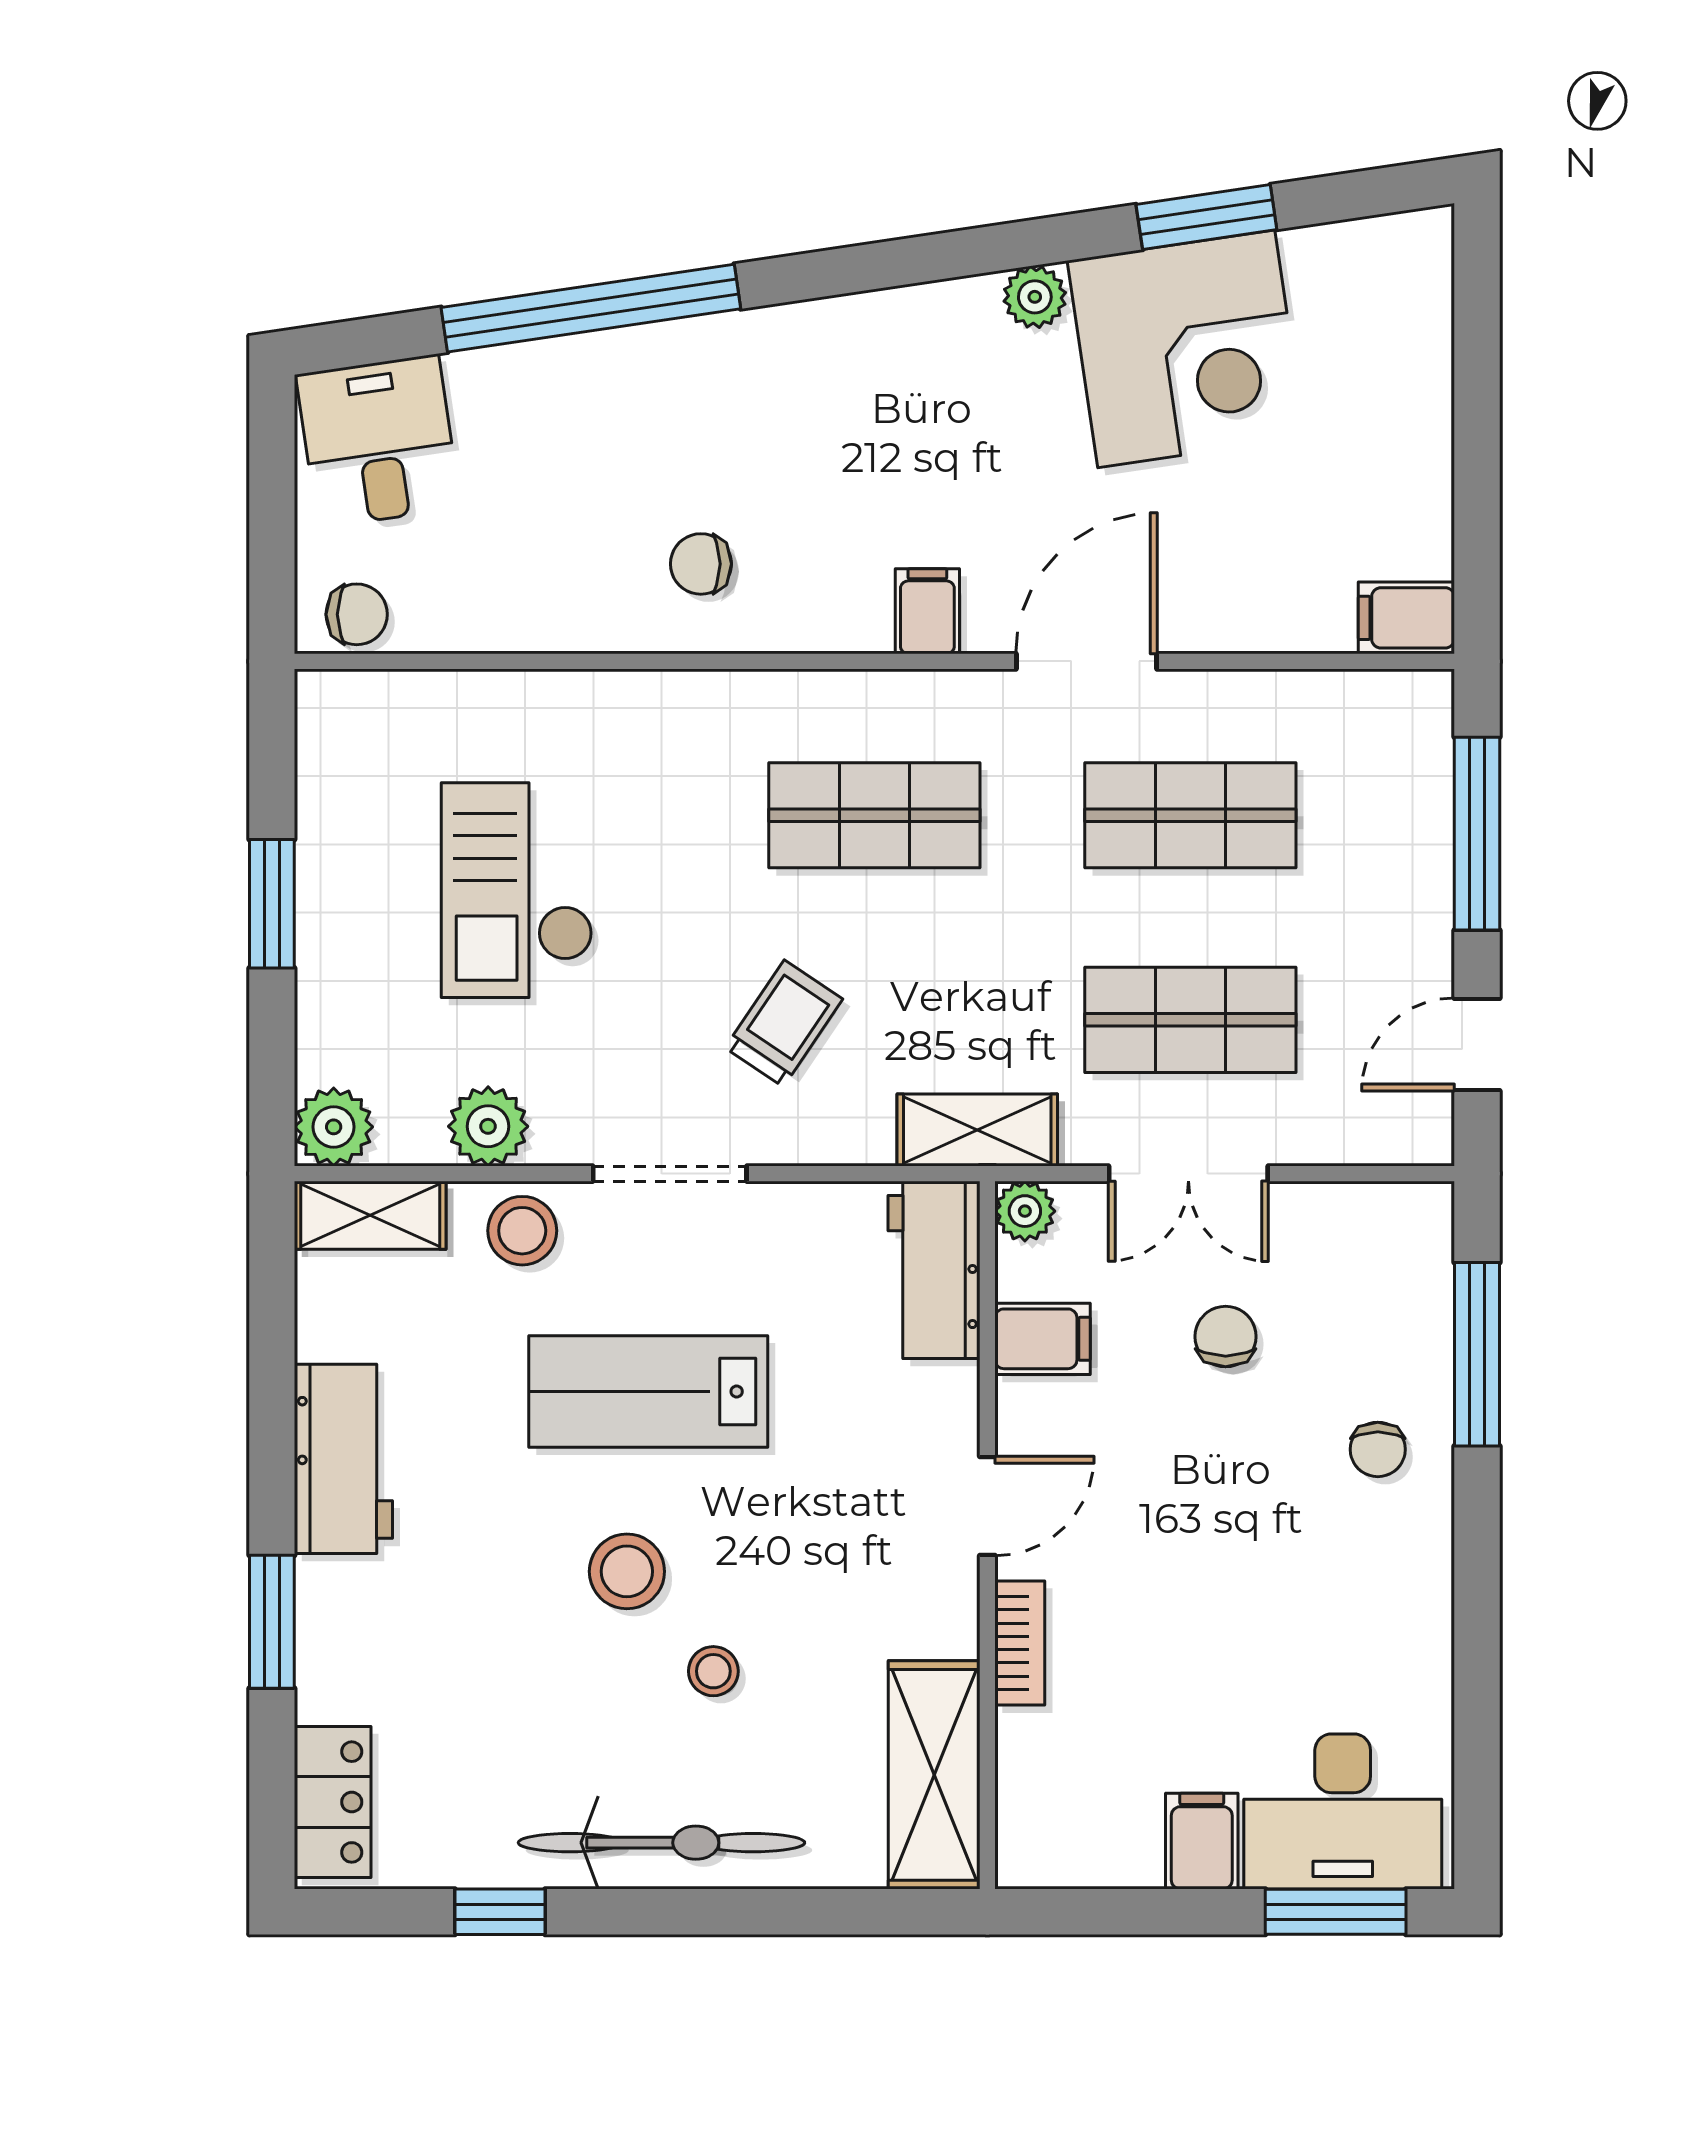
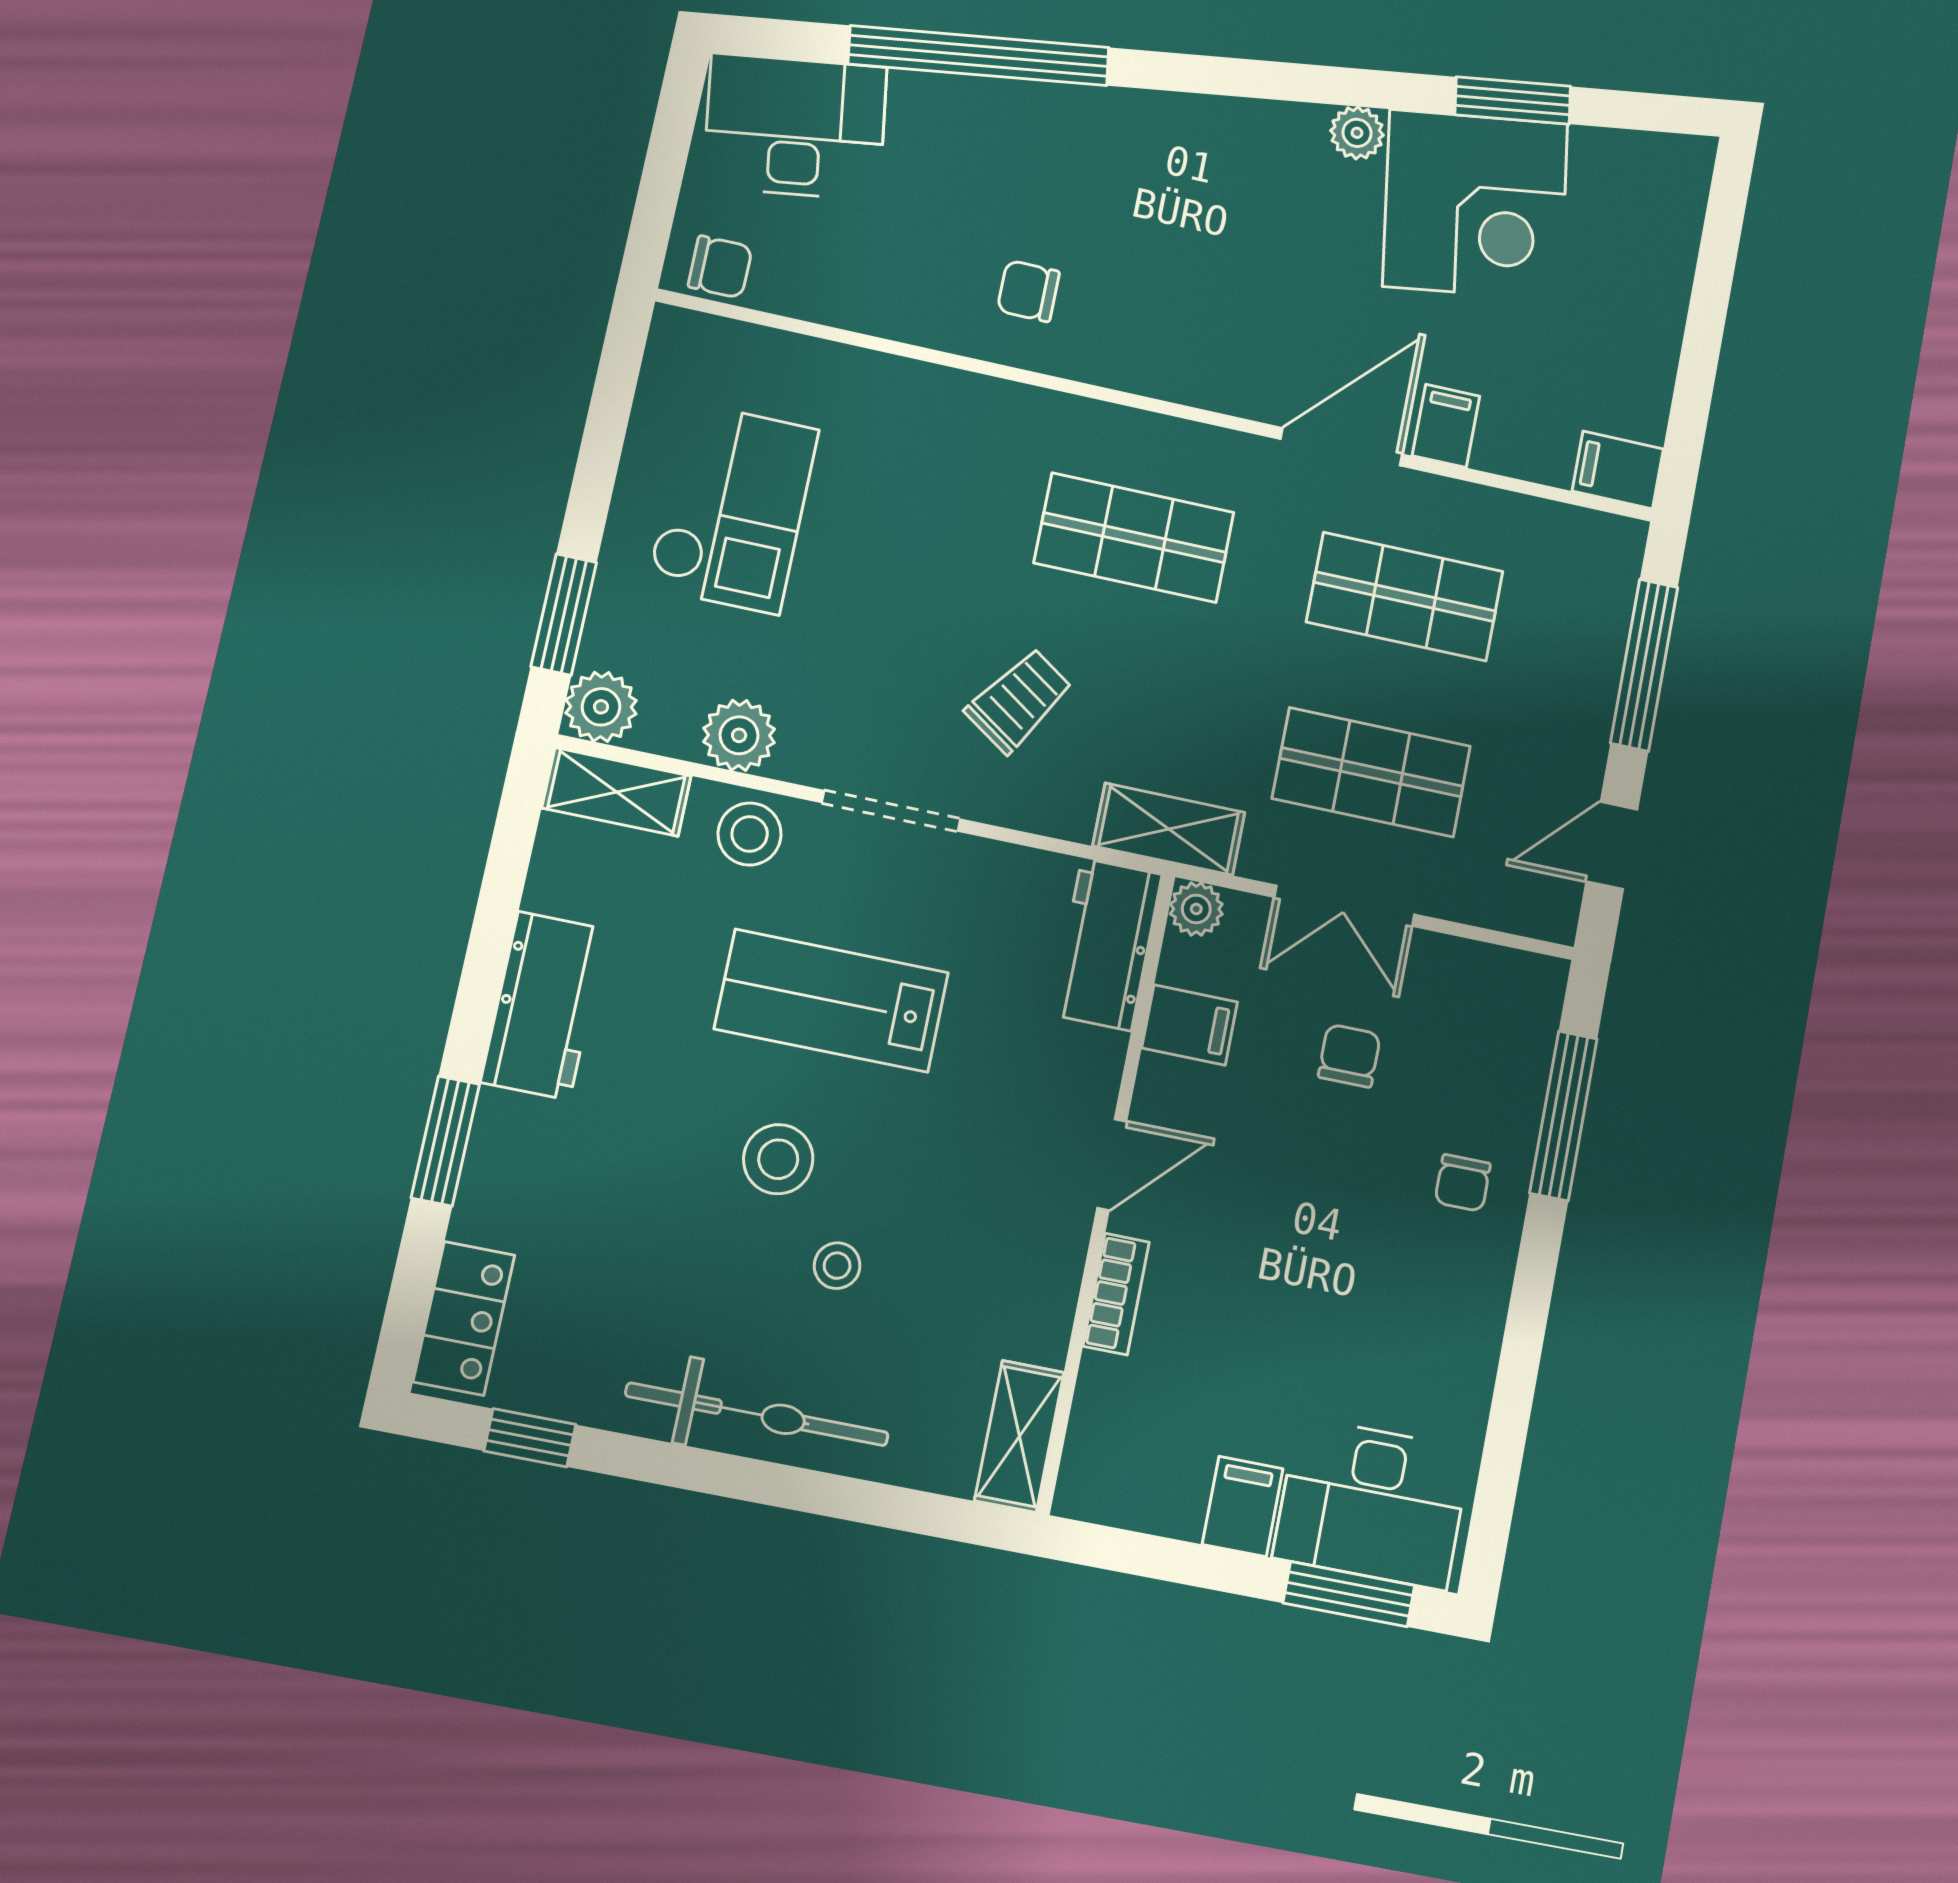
desk: (378, 441) -> (795, 127), width x1.37
filing cabinet: (927, 611) -> (1446, 426), moved
checkout: (517, 890) -> (733, 508), moved, turned 180
window: (272, 904) -> (564, 614), moved
shelving: (934, 1775) -> (1019, 1436), width x0.67, depth x0.75
window: (500, 1912) -> (530, 1438), moved

